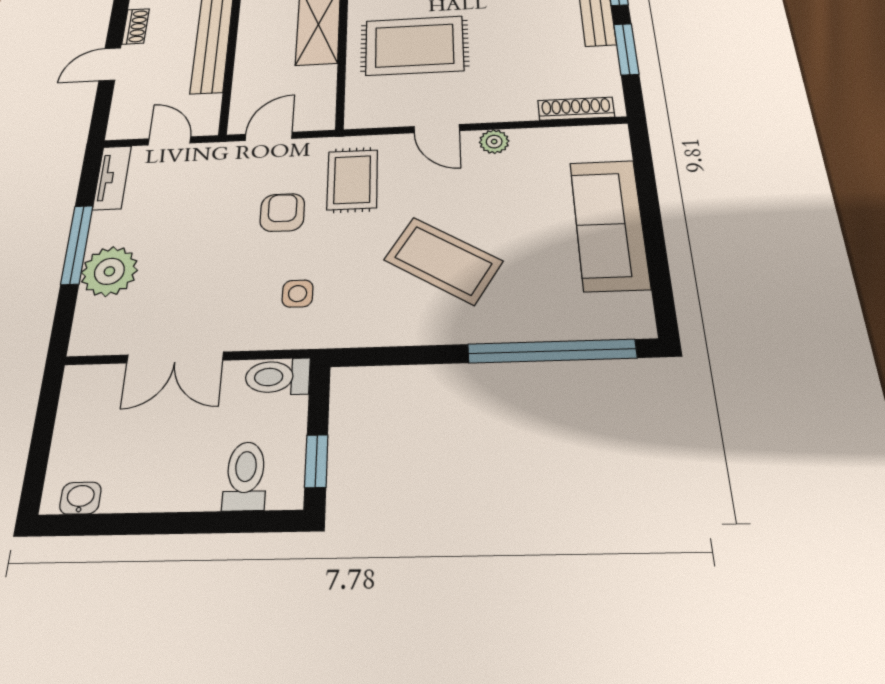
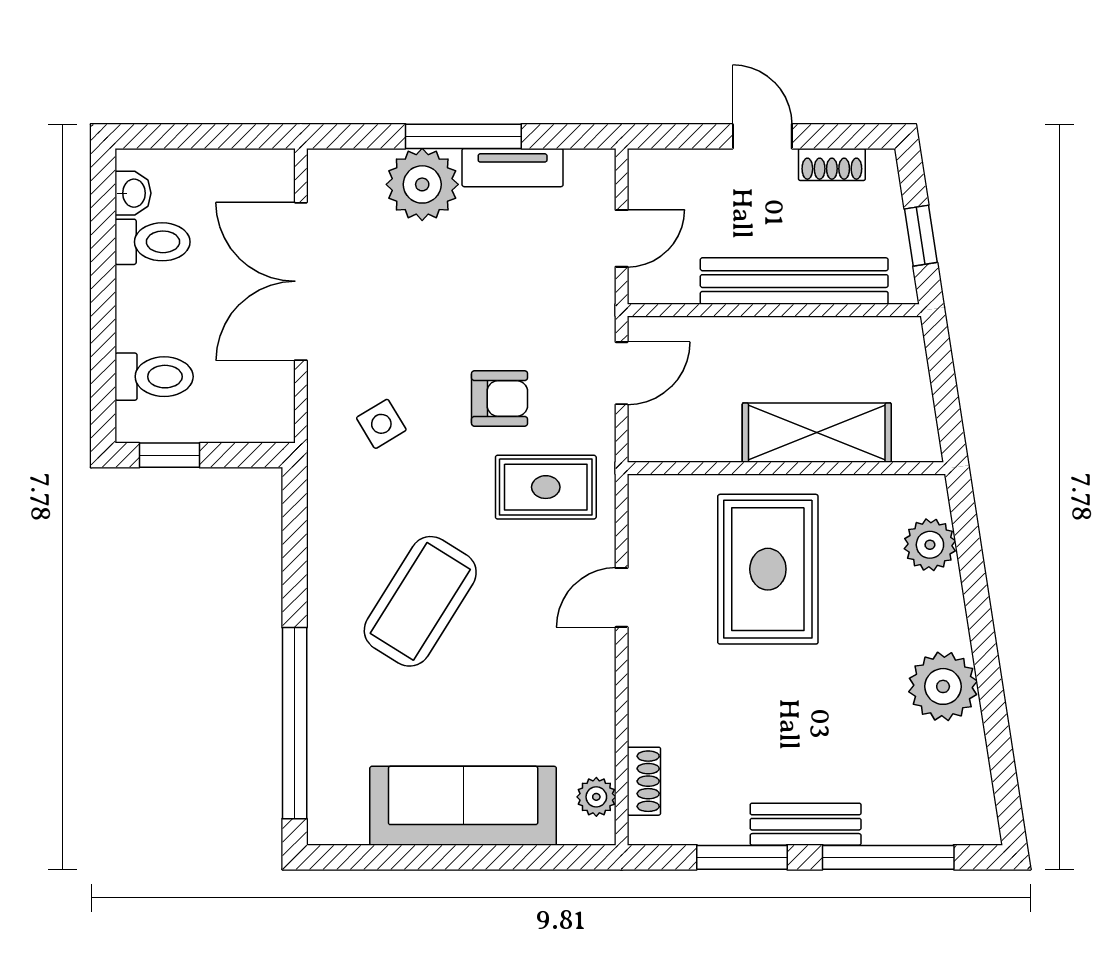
shoe rack: (576, 109) -> (644, 781), width x0.70
door: (269, 136) -> (622, 373), hinge flipped
plant: (494, 142) -> (596, 797), moved
tv unit: (112, 178) -> (513, 168), moved
side table: (298, 294) -> (381, 424), turned -31
double door: (175, 358) -> (301, 281), width x1.37
toilet: (278, 377) -> (152, 242), moved, turned 90

